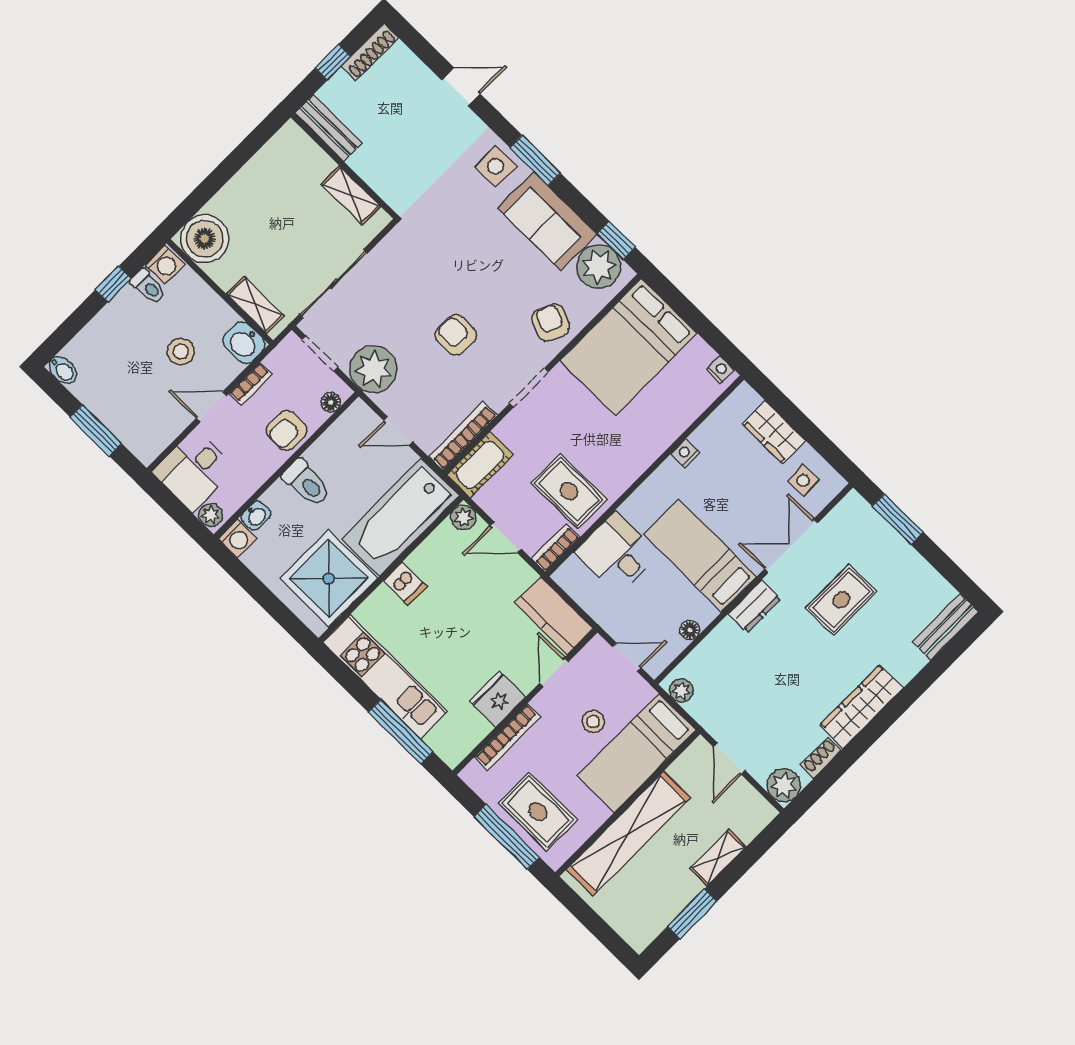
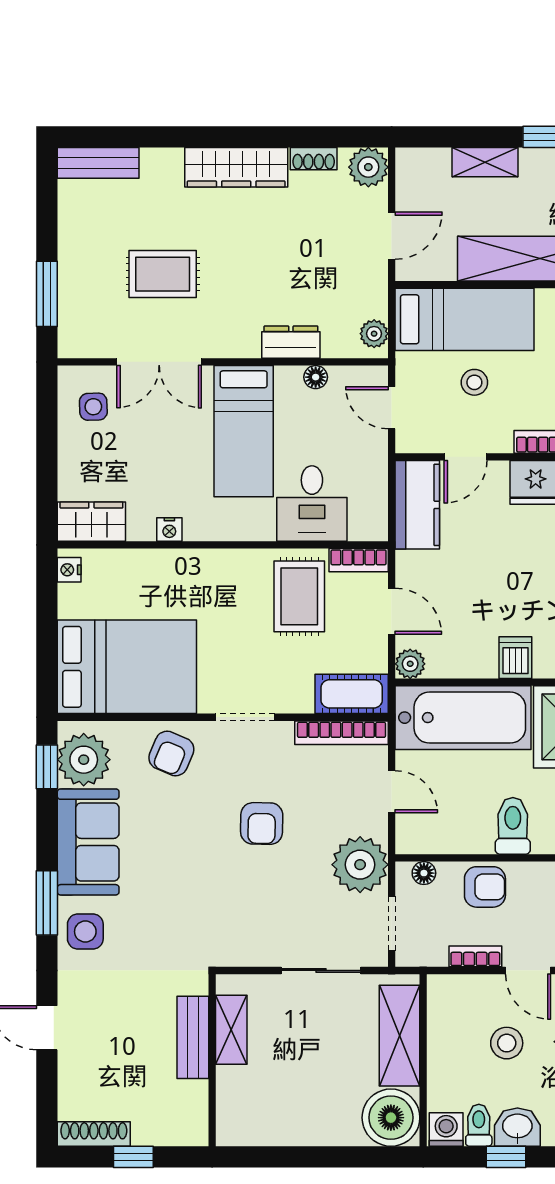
bench: (329, 128) -> (193, 1037), moved
sliding door: (333, 284) -> (321, 970), width x0.73
shelving: (255, 305) -> (400, 1036), width x1.50, depth x1.33
washbasin: (244, 343) -> (517, 1127), moved, turned -90
wardrobe: (774, 432) -> (91, 522), moved, turned -90
dresser: (755, 606) -> (291, 342), moved

